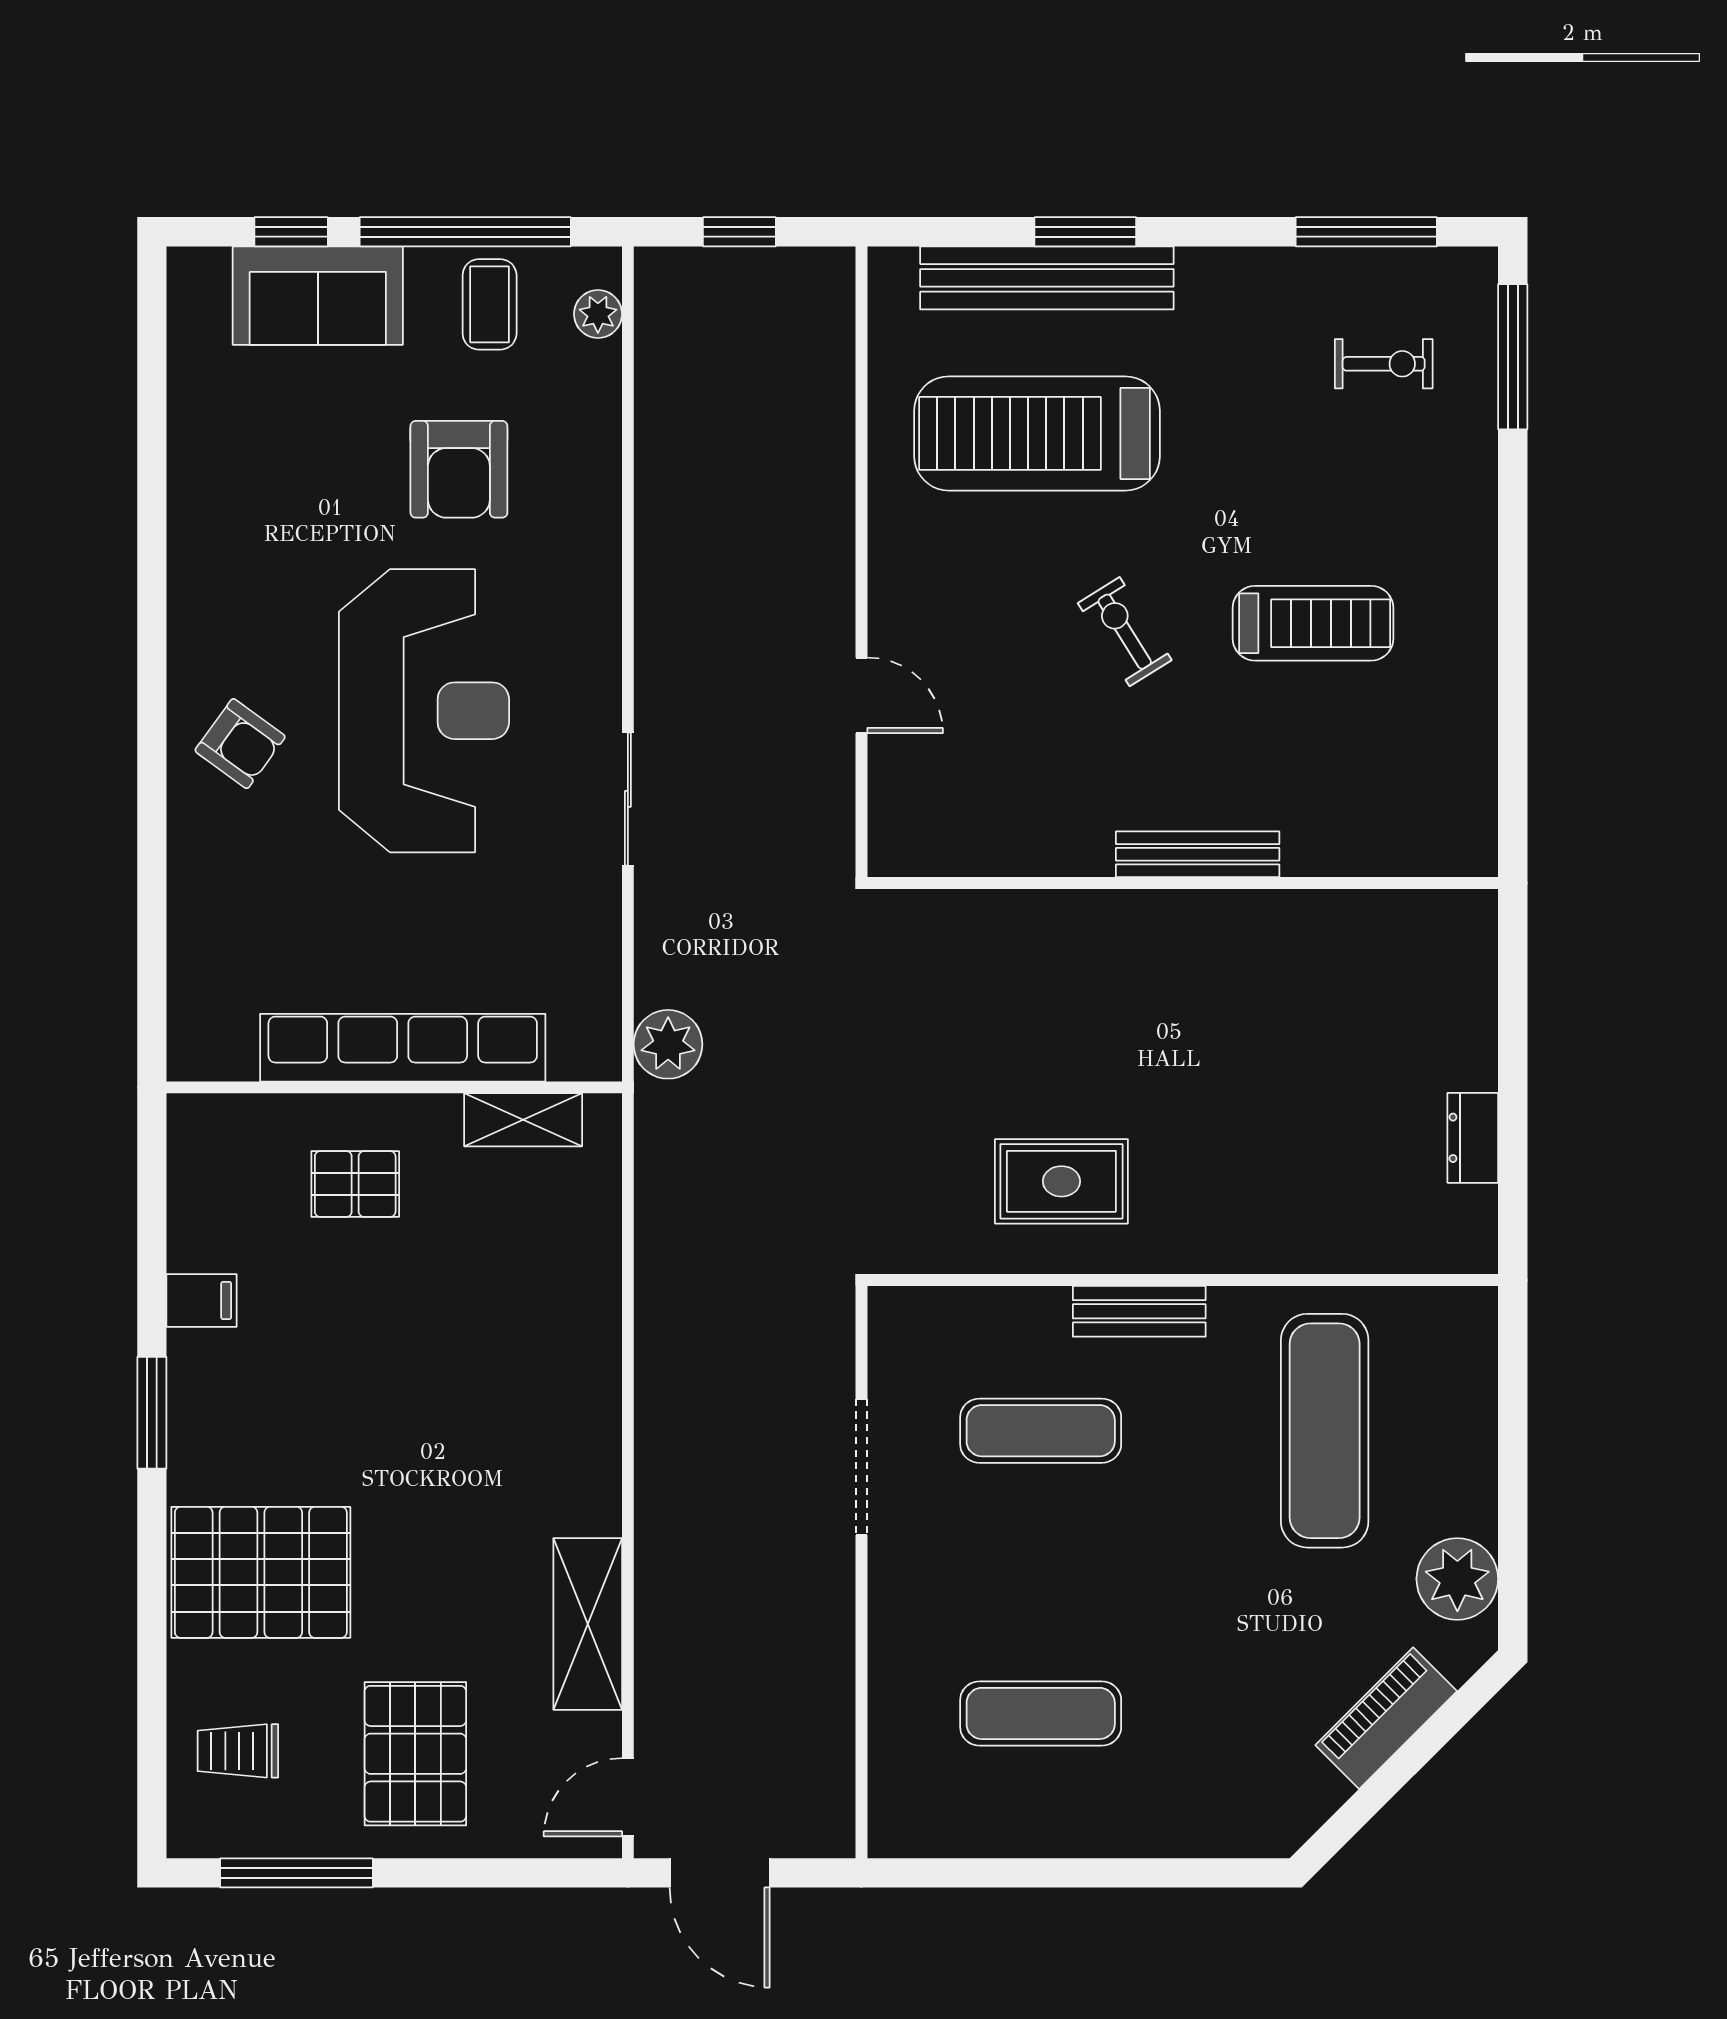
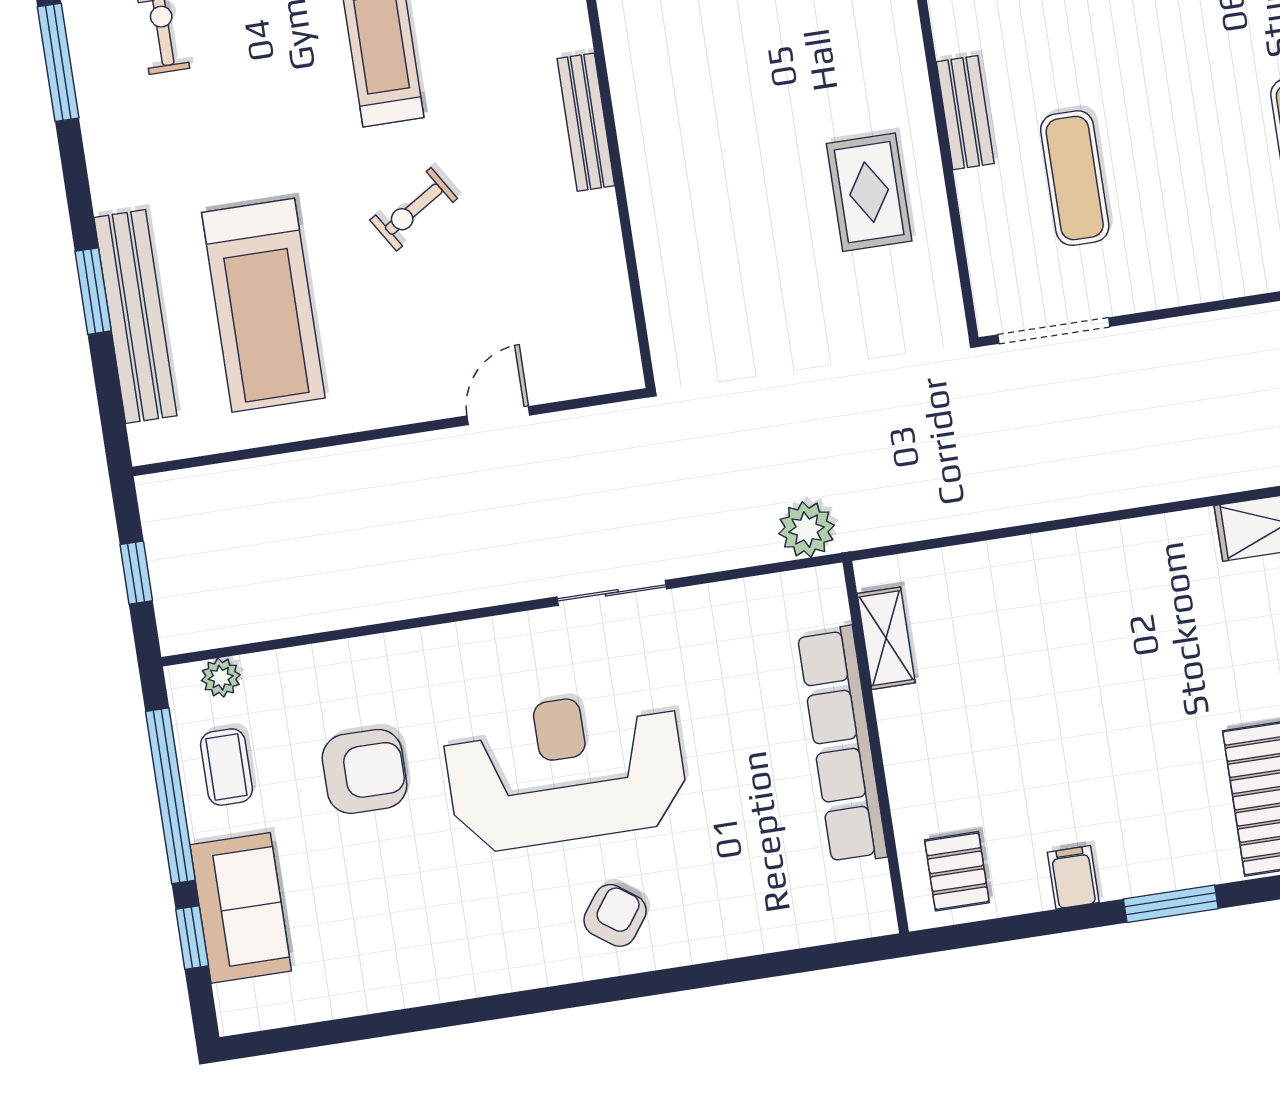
coffee table: (490, 304) -> (226, 767), turned 90
pallet: (355, 1184) -> (957, 871), moved
doorway: (861, 1467) -> (1054, 331), moved

